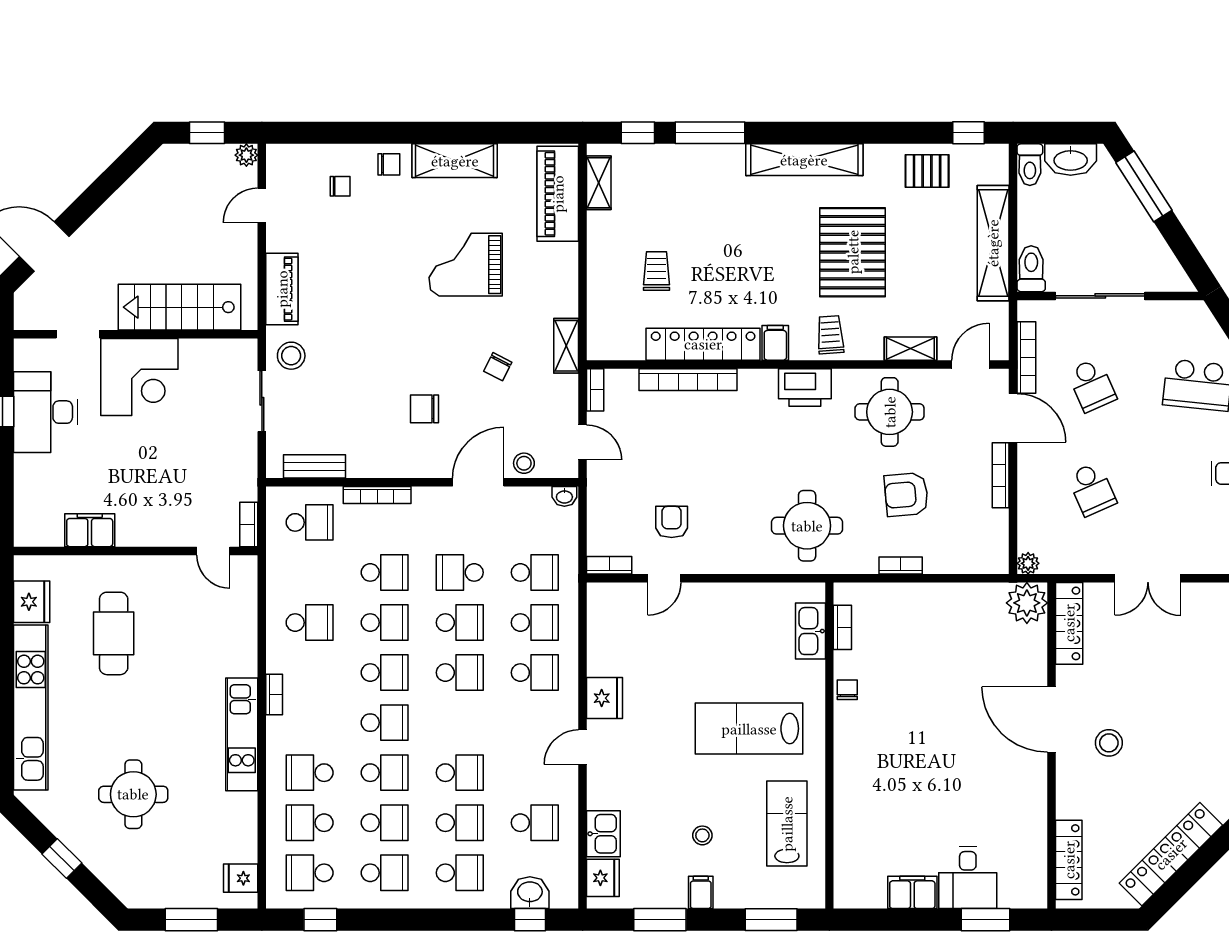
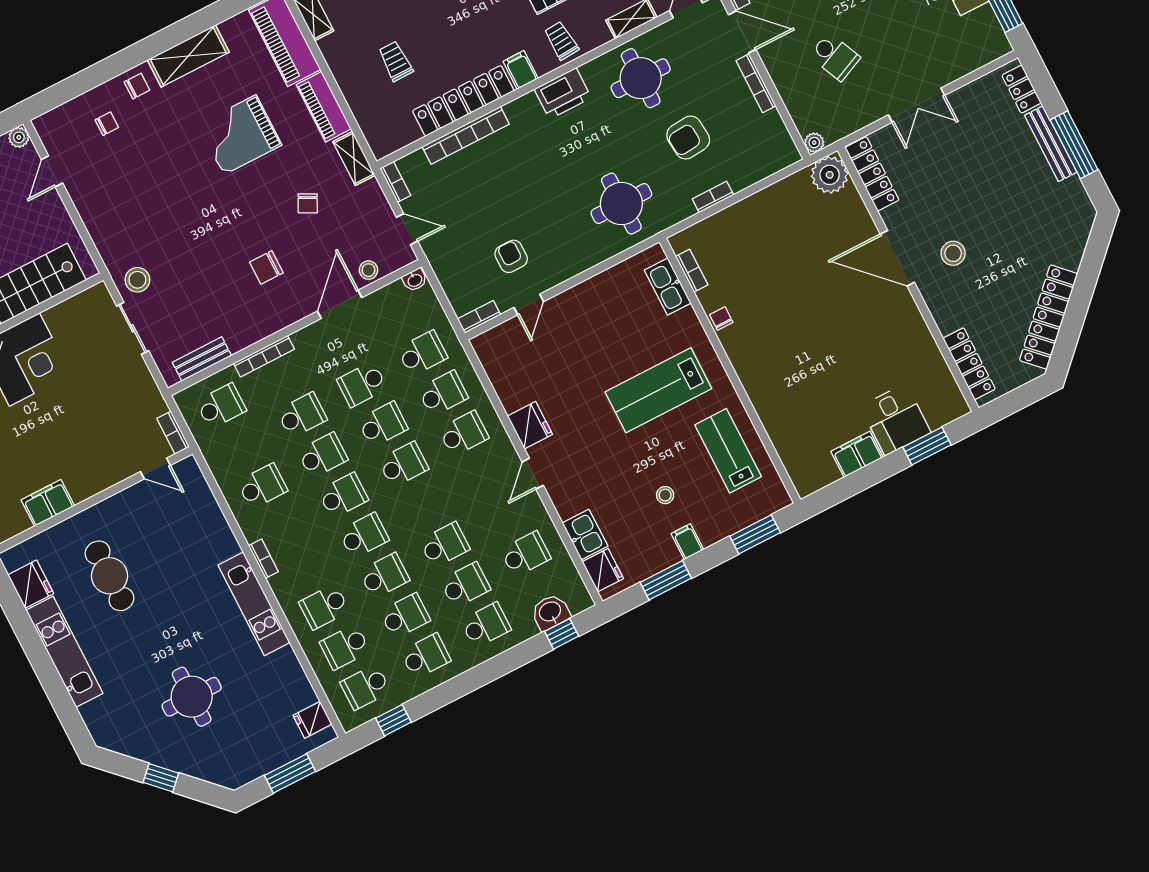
piano: (282, 289) -> (324, 107), moved, turned 180
kitchen unit: (31, 708) -> (65, 652), width x0.73

